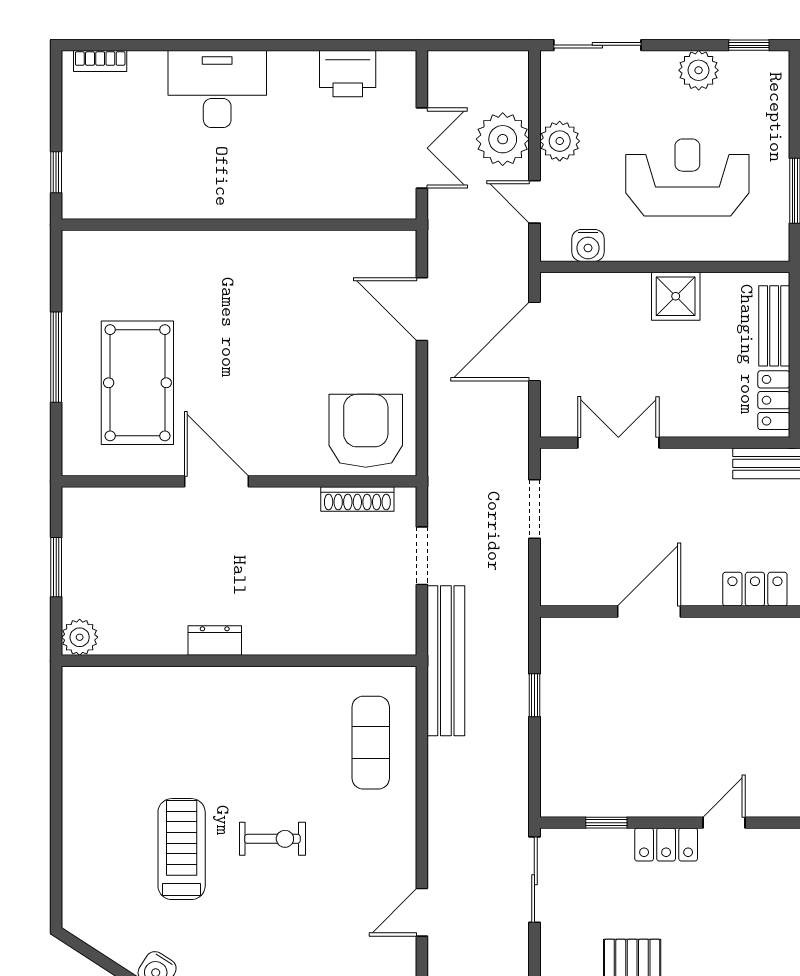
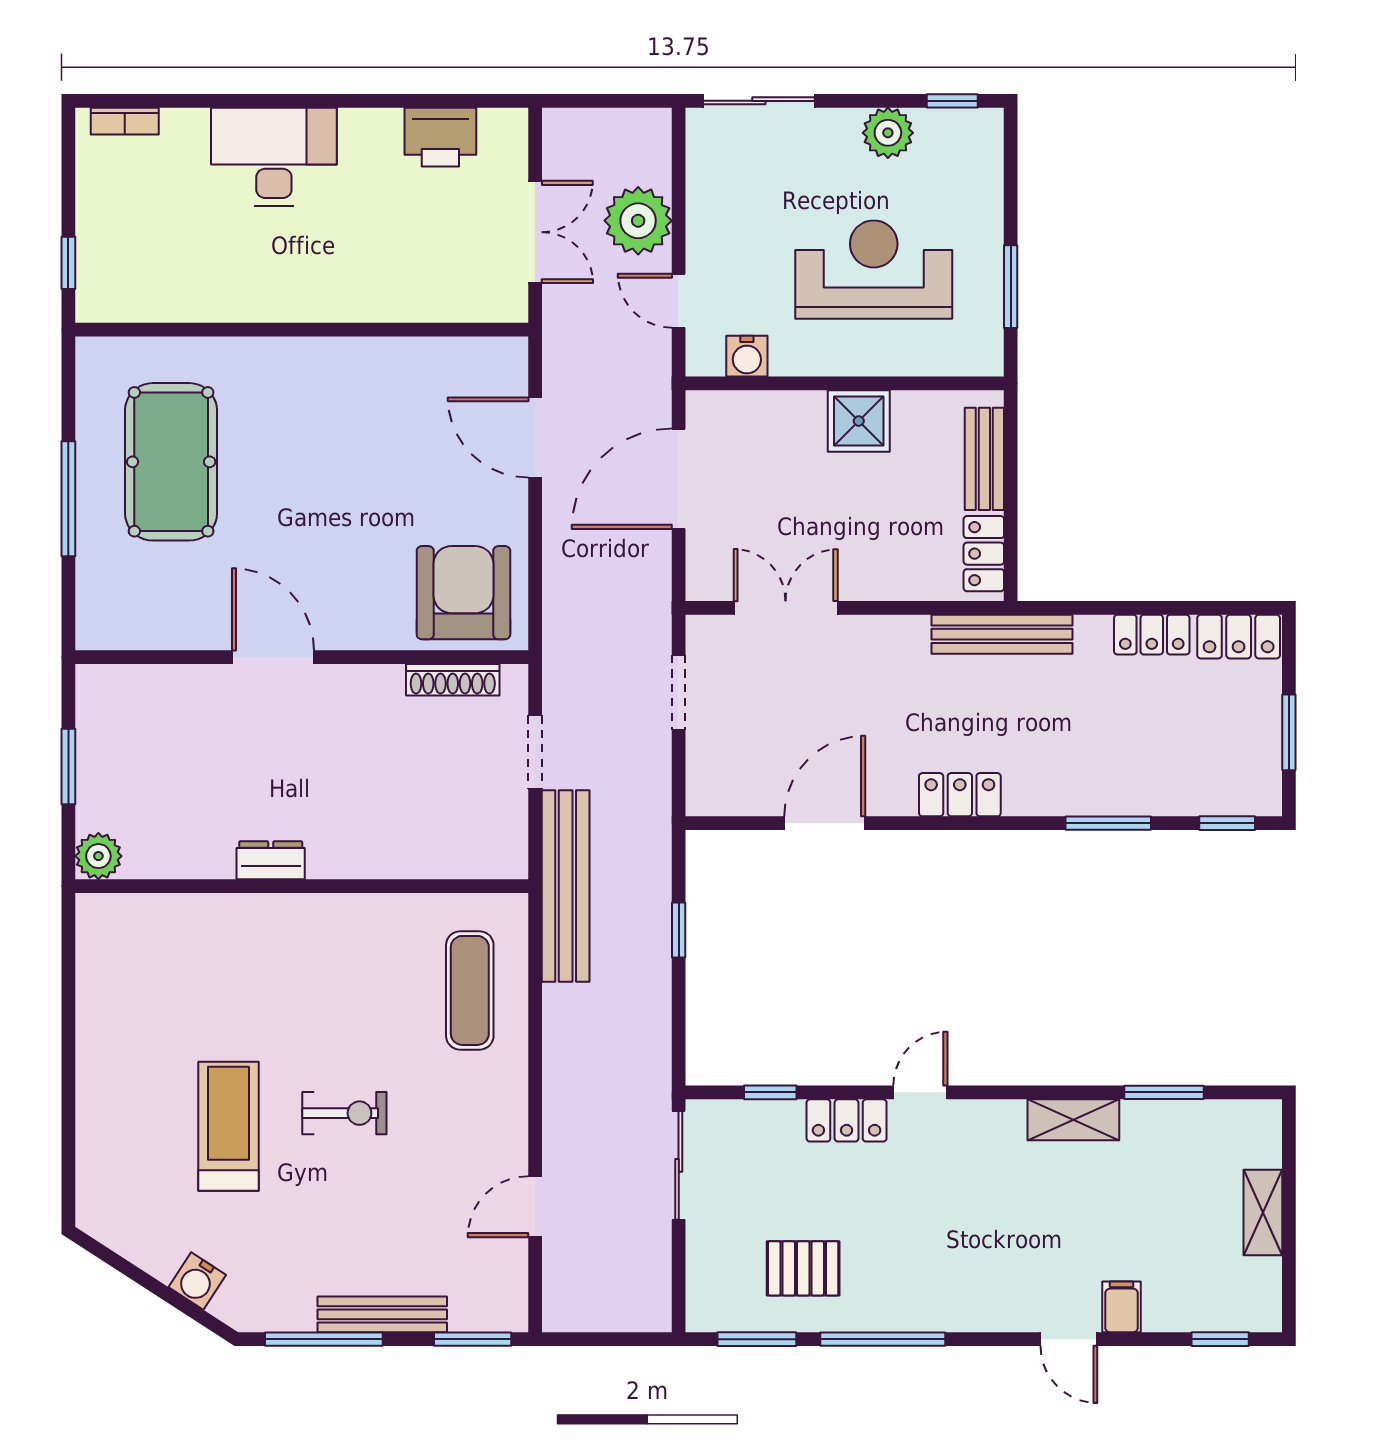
plant: (560, 141) -> (711, 223), removed
pool table: (137, 383) -> (171, 462), moved

